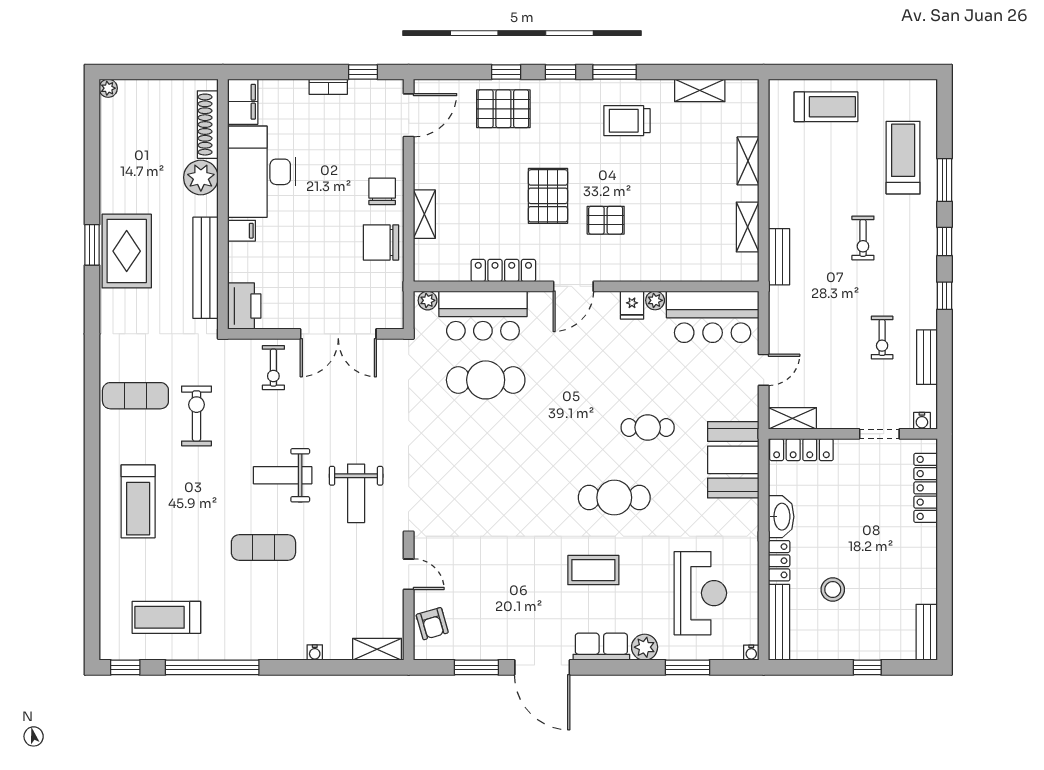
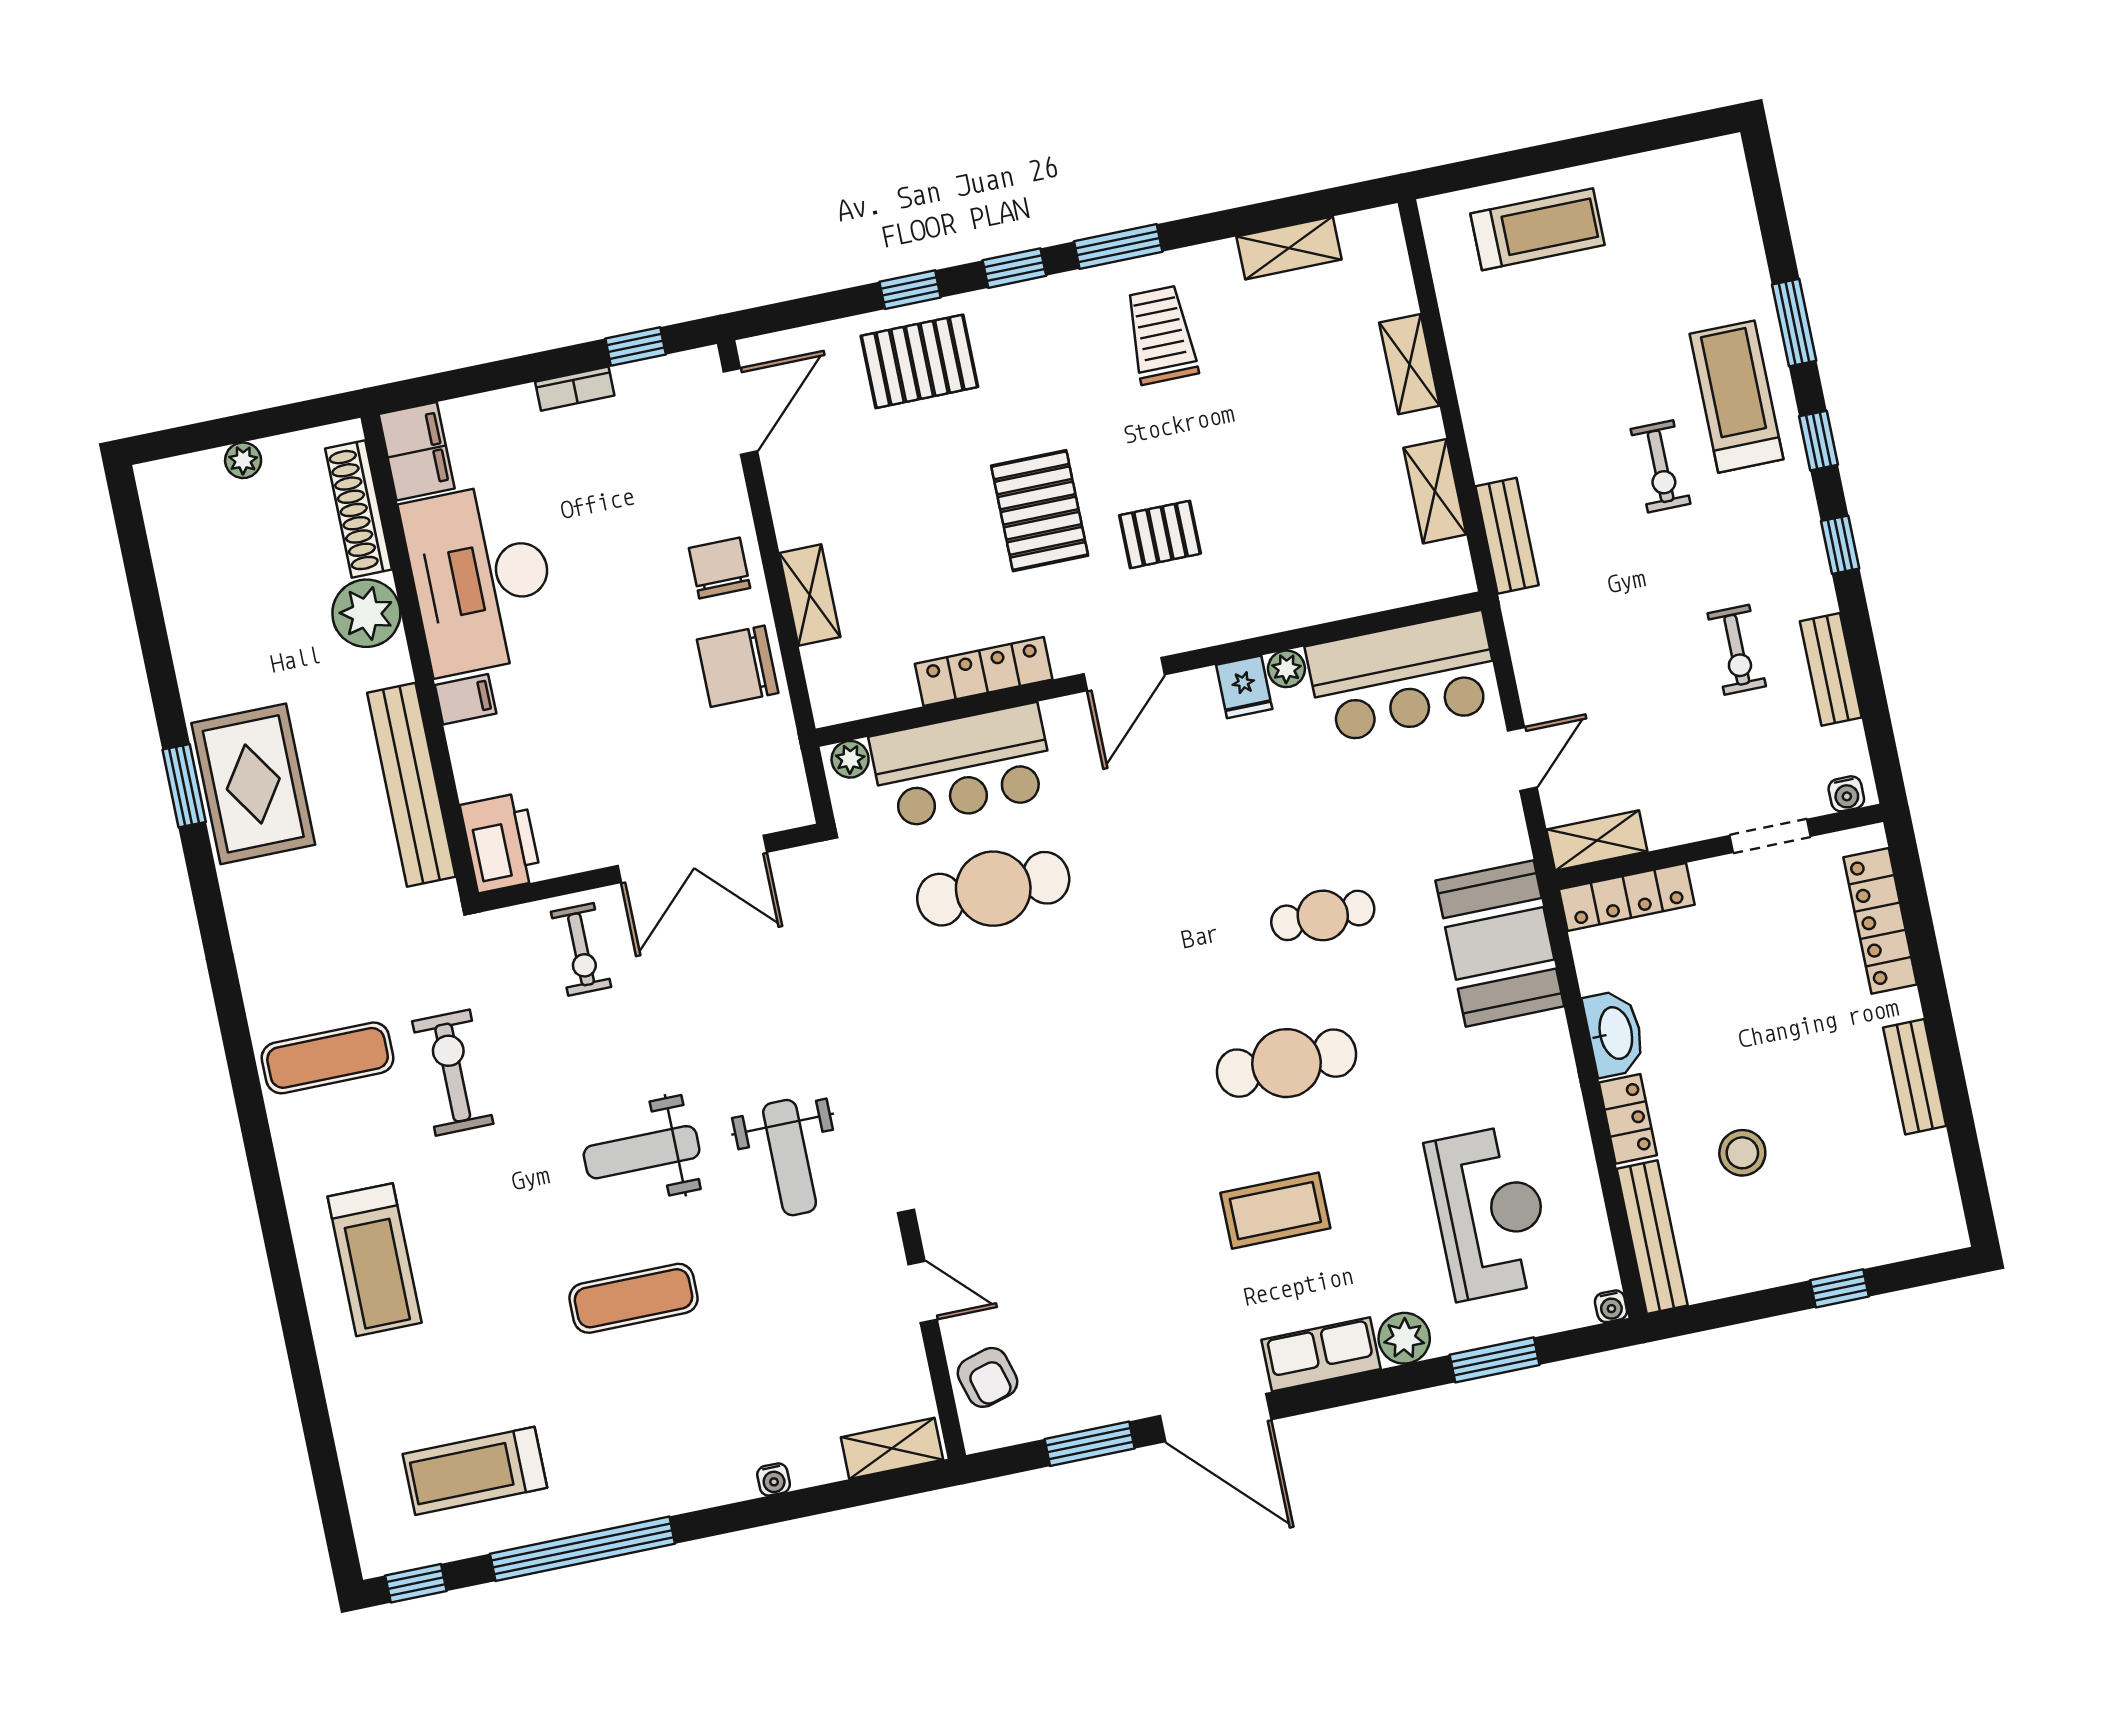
plant: (108, 88) -> (243, 460), moved
trolley: (627, 121) -> (1161, 335), turned 90
treadmill: (903, 158) -> (1736, 397), moved
bench: (927, 632) -> (1915, 1077), moved

